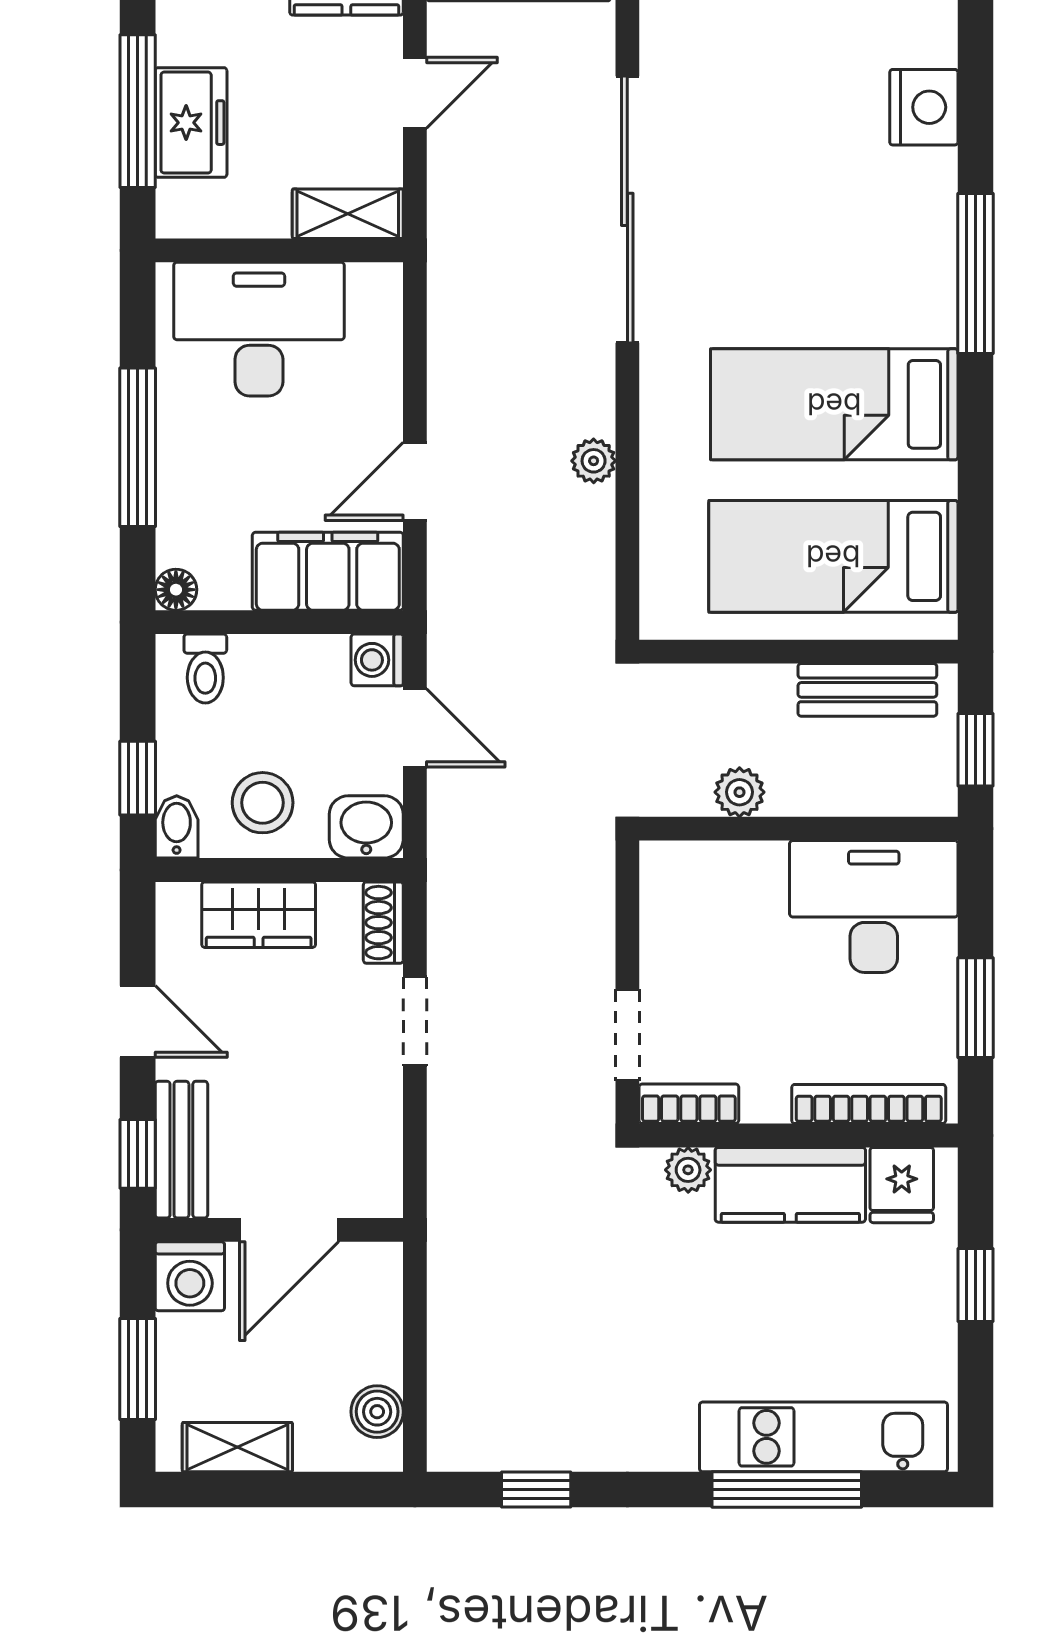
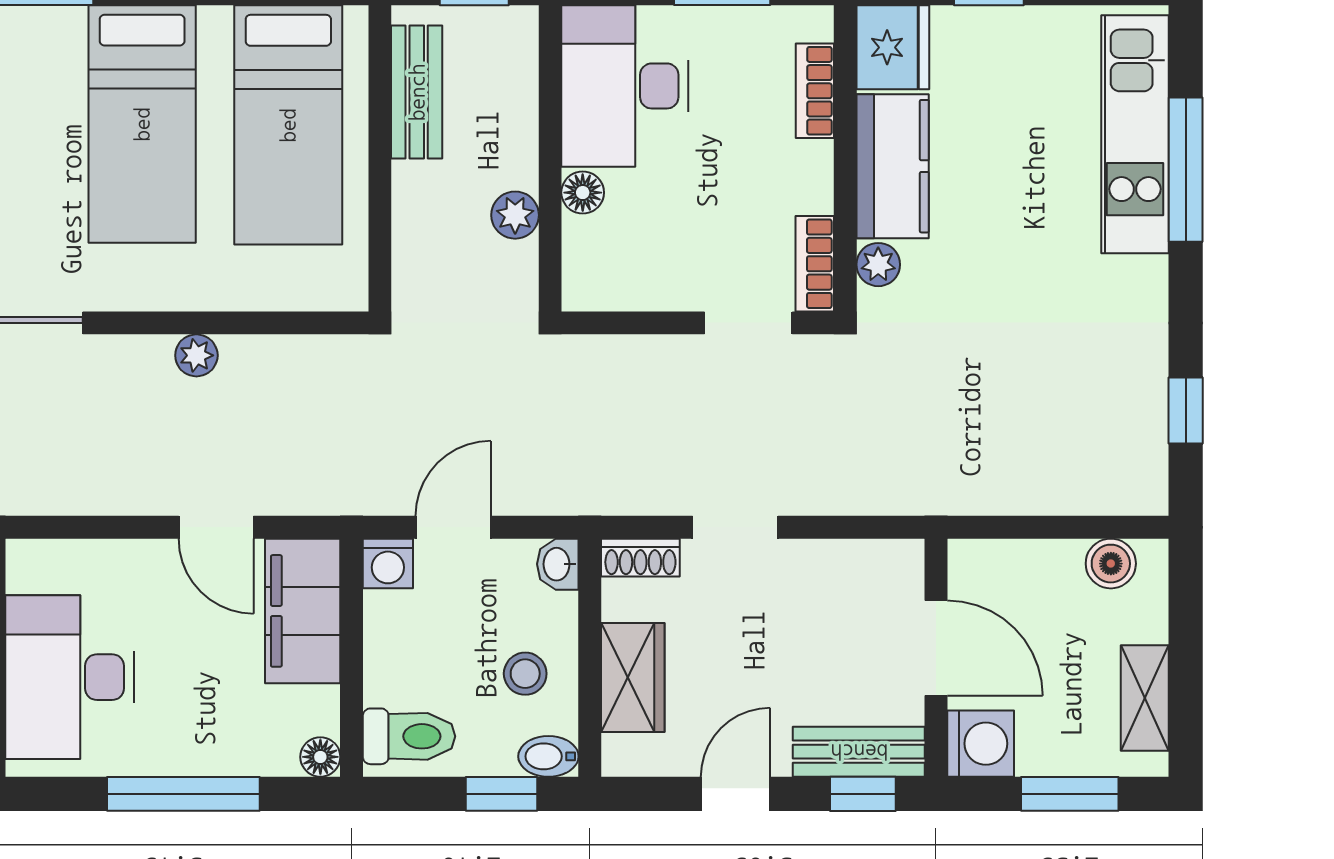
toilet: (205, 669) -> (409, 736), width x1.37, depth x1.39
stool: (263, 803) -> (525, 674), width x0.73, depth x0.73
washbasin: (366, 827) -> (558, 564), width x0.72, depth x0.69
floor lamp: (763, 863) -> (583, 193), added
bookcase: (869, 1104) -> (815, 91), width x0.64
fridge: (902, 1185) -> (893, 47), width x1.38

